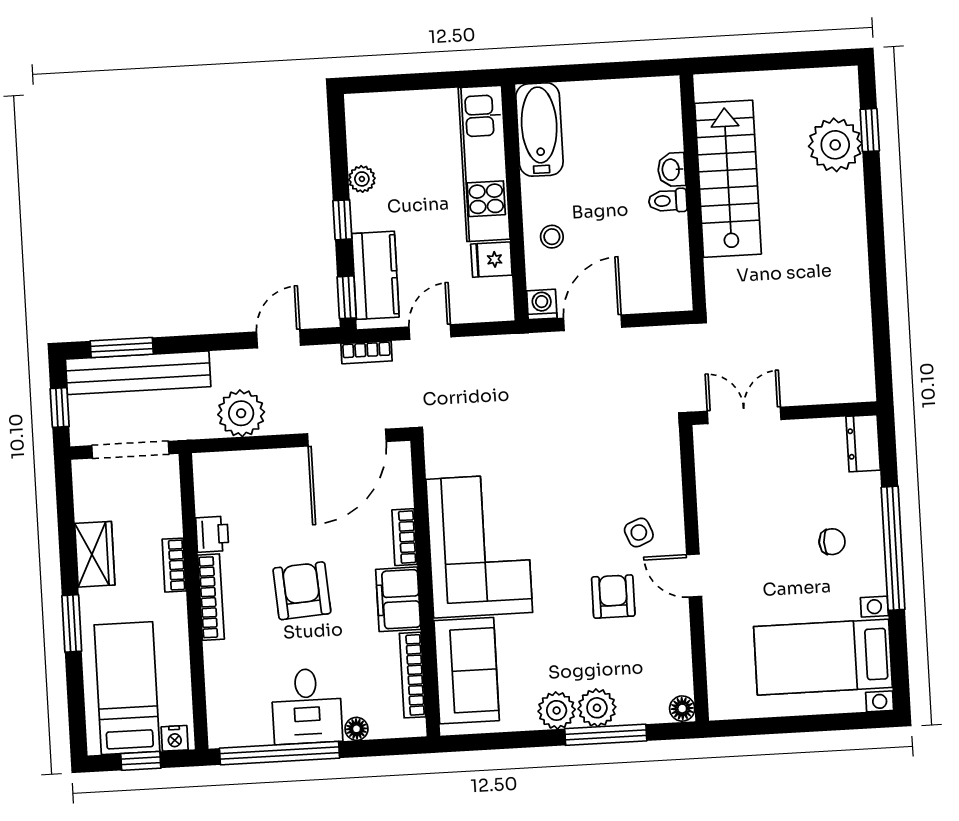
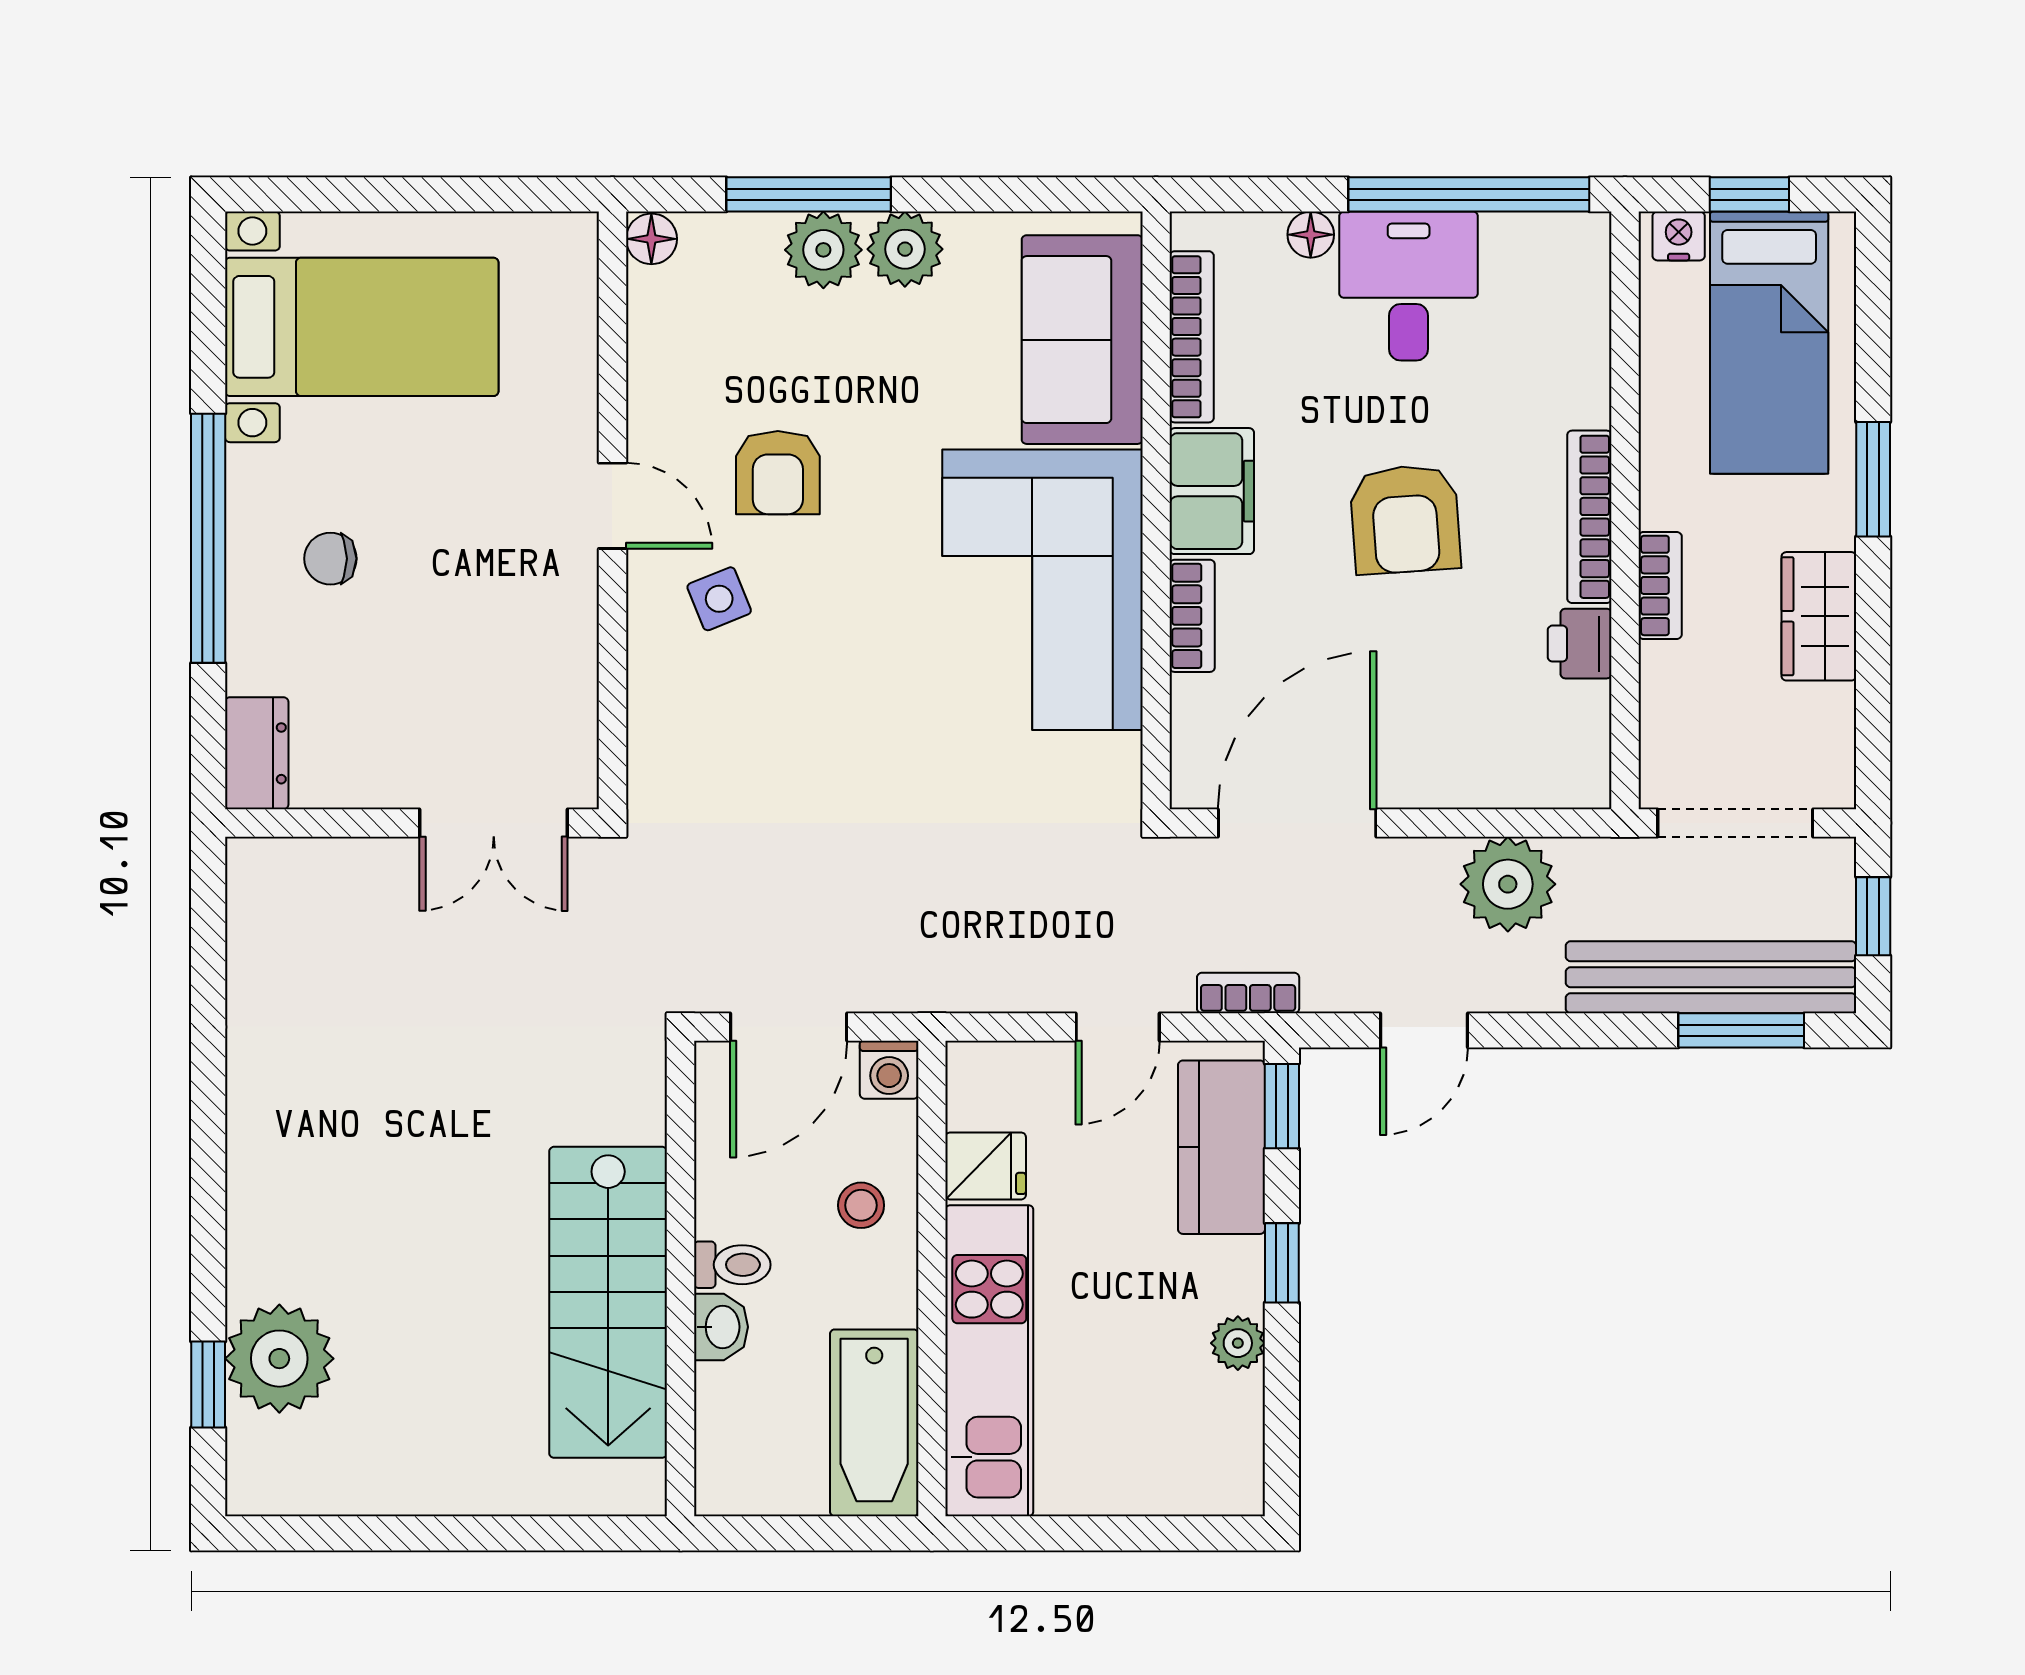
washbasin: (672, 170) -> (721, 1327), moved
stairs: (728, 179) -> (608, 1302), moved
wall: (693, 193) -> (680, 1278), moved
toilet: (668, 201) -> (732, 1265), moved

